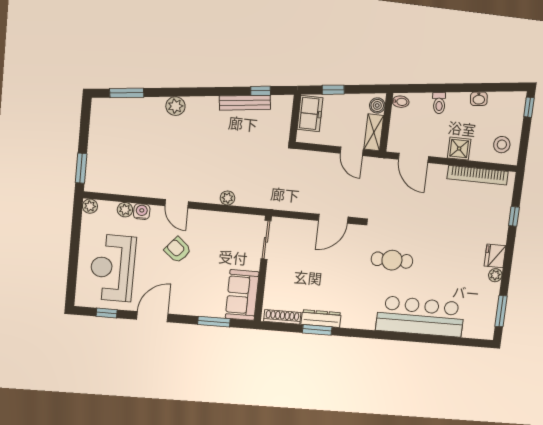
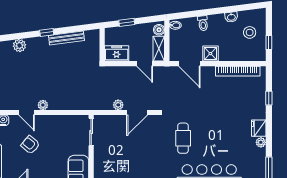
window: (261, 91) -> (47, 32), moved
window: (529, 107) -> (269, 42), moved
freezer: (310, 114) -> (117, 53), moved, turned -90
stool: (502, 145) -> (250, 32), moved
shower: (459, 149) -> (210, 54), moved
plant: (227, 198) -> (43, 105), moved
plant: (308, 206) -> (118, 105), added
cafe table: (392, 260) -> (183, 138), turned 90

